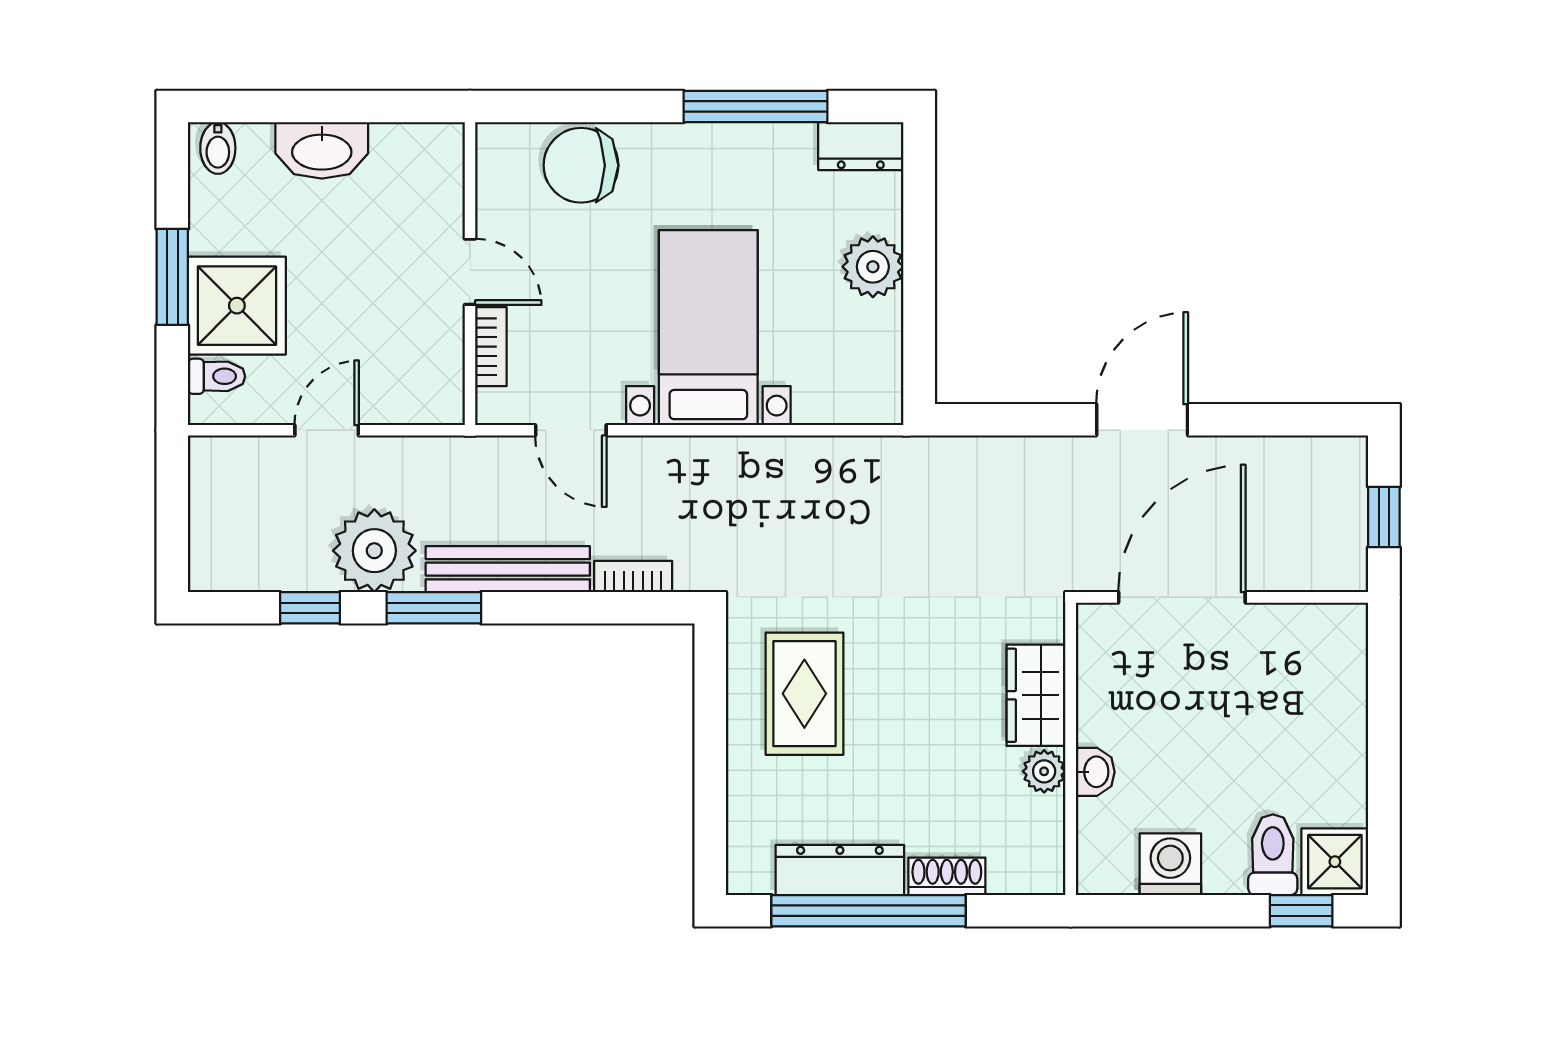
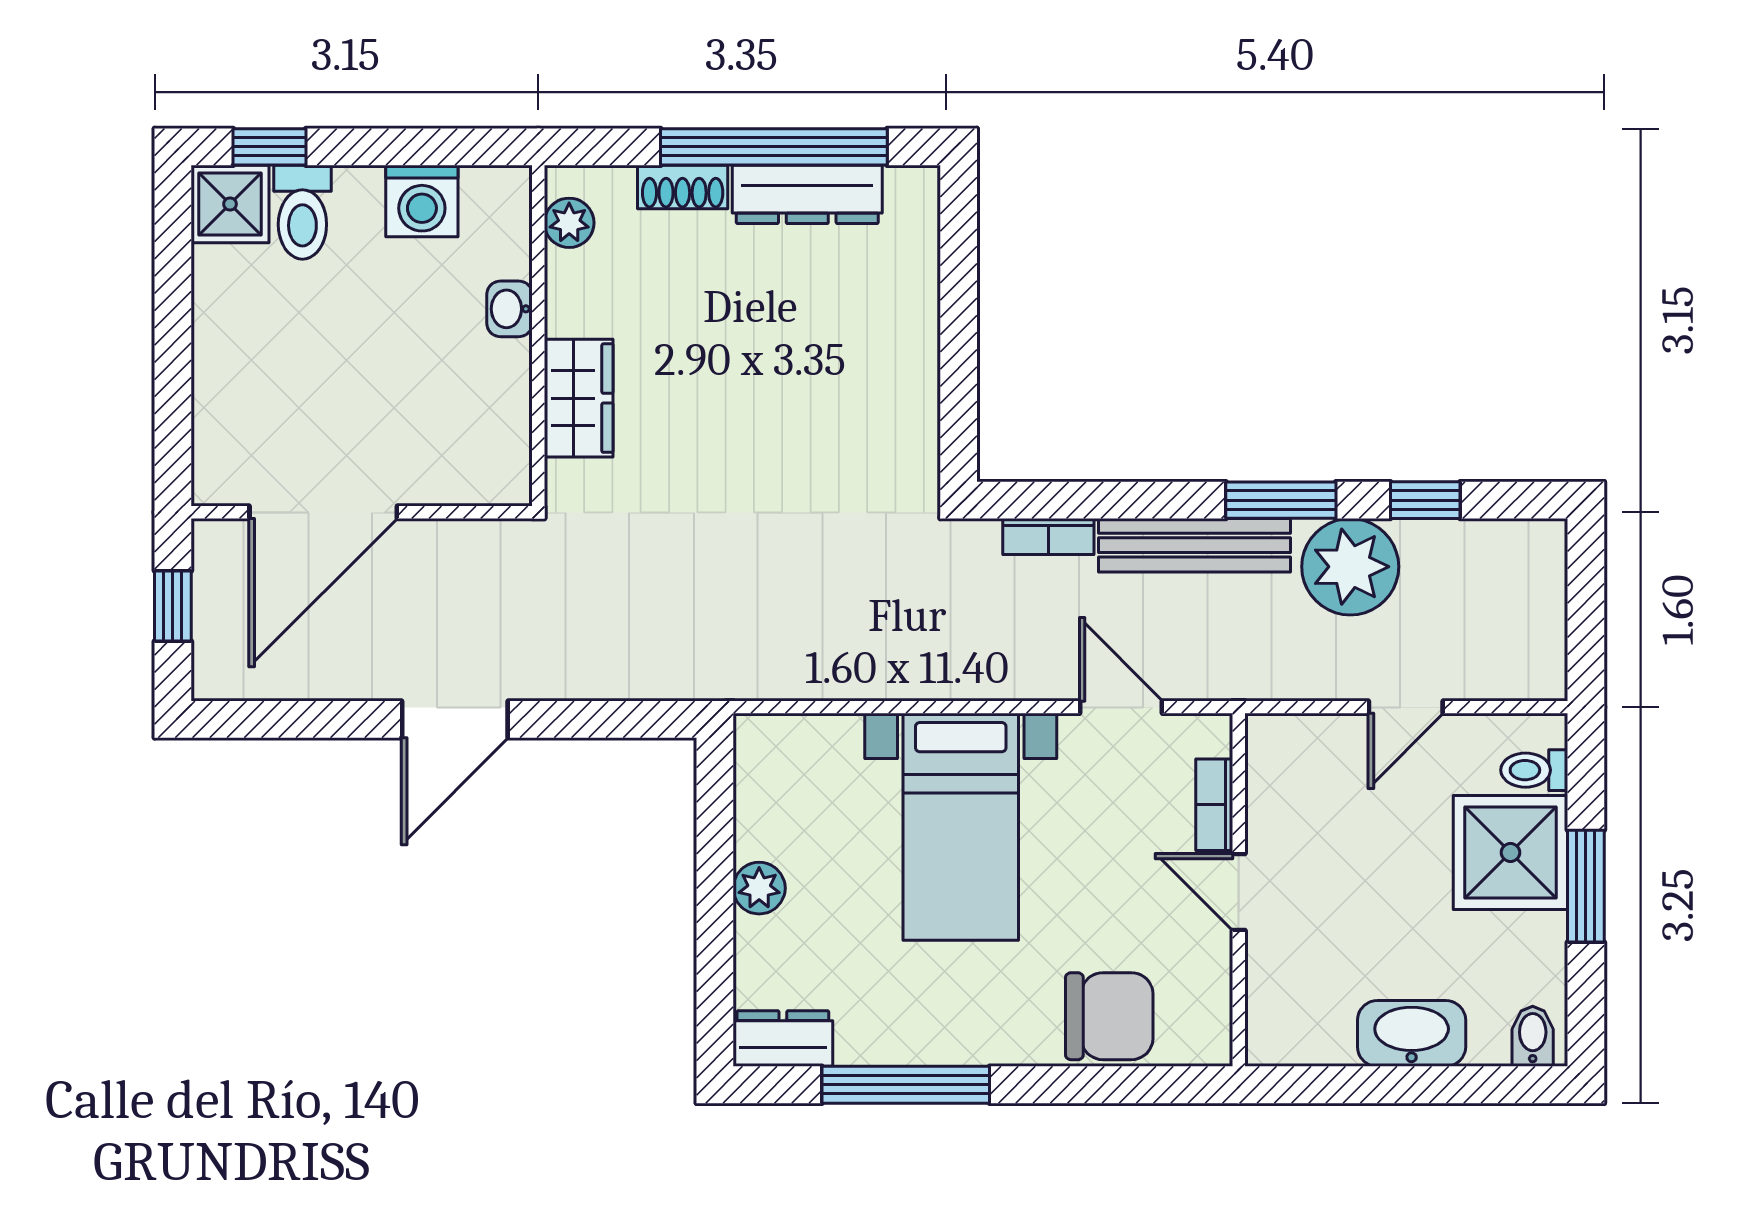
plant: (873, 267) -> (759, 888), width x0.73, depth x0.73
door: (1182, 597) -> (323, 512), moved
rug: (804, 694) -> (849, 400), removed
plant: (1044, 771) -> (569, 223), moved

